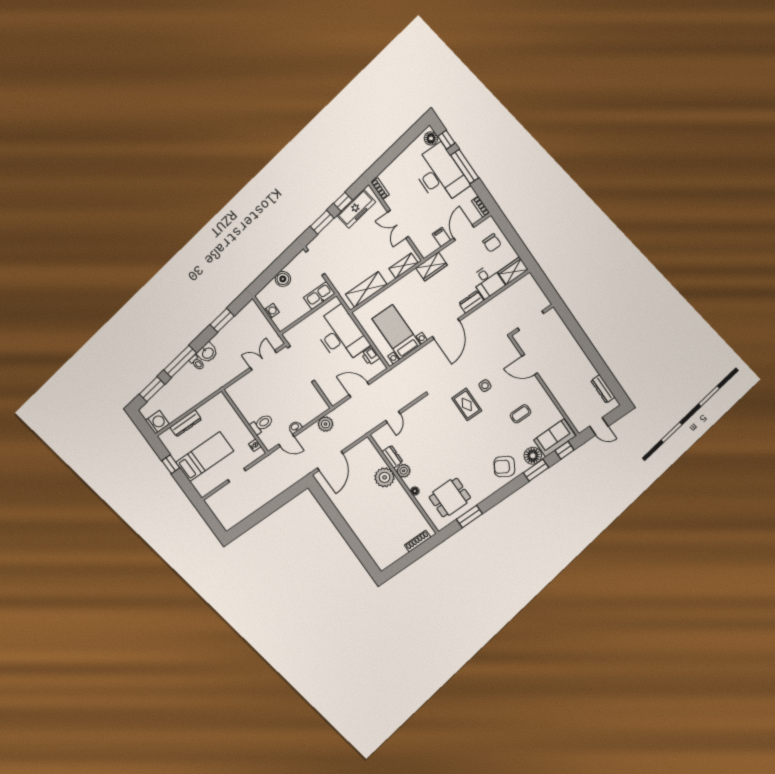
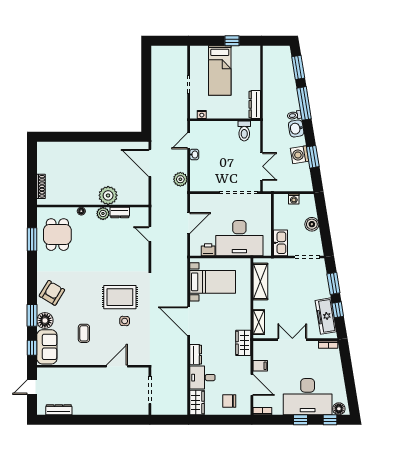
window: (465, 167) -> (301, 420), width x0.46
rug: (467, 404) -> (120, 297), width x1.36, depth x1.43
washing machine: (157, 422) -> (299, 155), moved, turned 81
dresser: (186, 423) -> (255, 104), moved
toilet: (262, 424) -> (244, 131), moved

